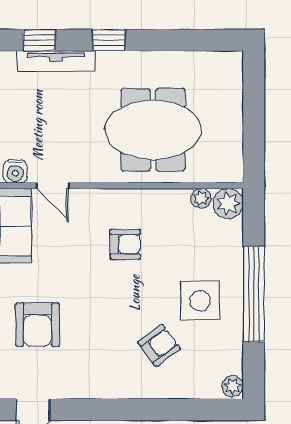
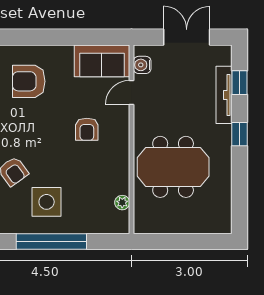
meeting table: (153, 130) -> (173, 167), turned 90
plant: (228, 204) -> (118, 223), removed
armchair: (125, 244) -> (87, 129), moved

